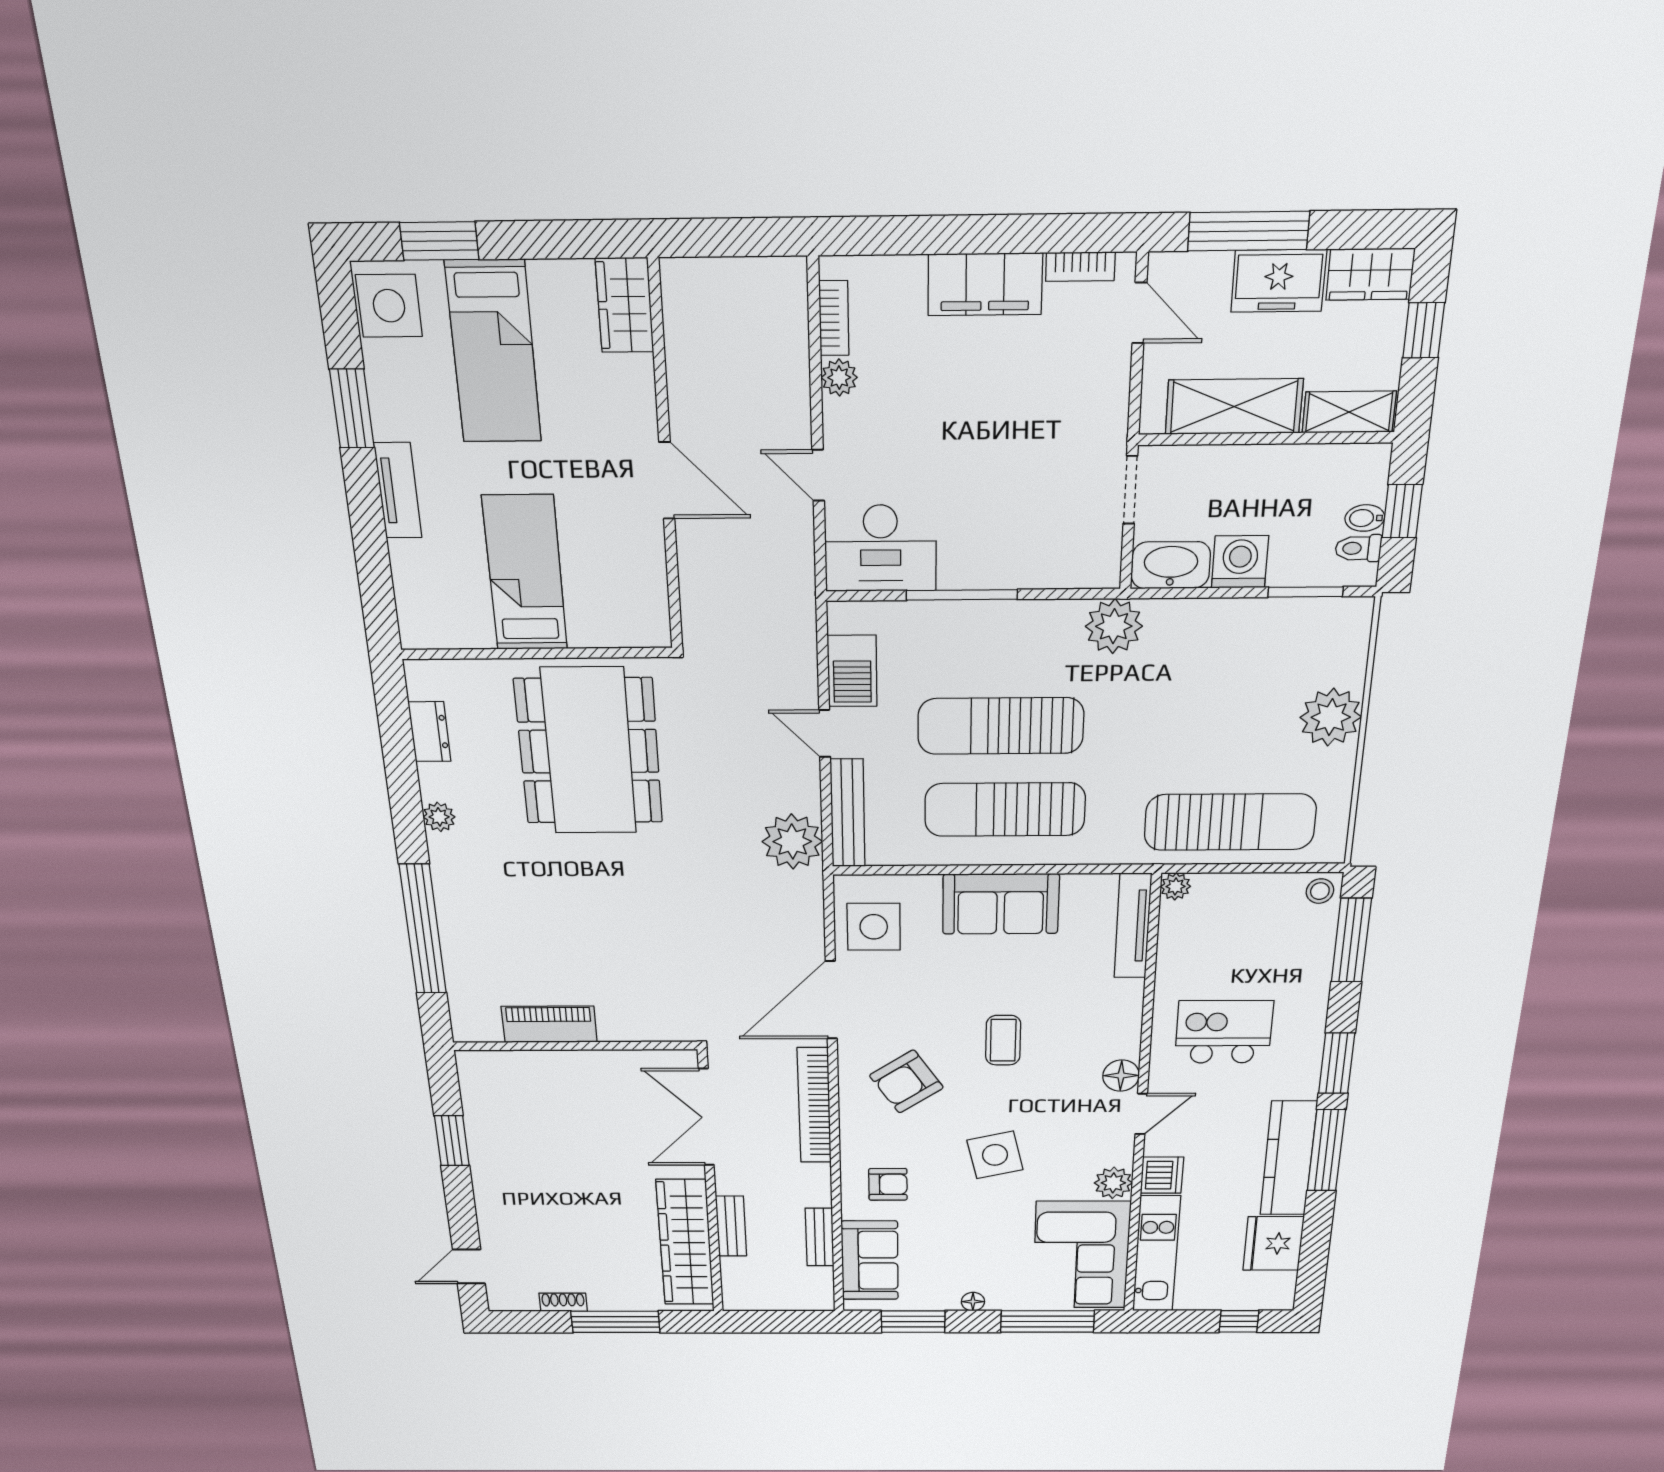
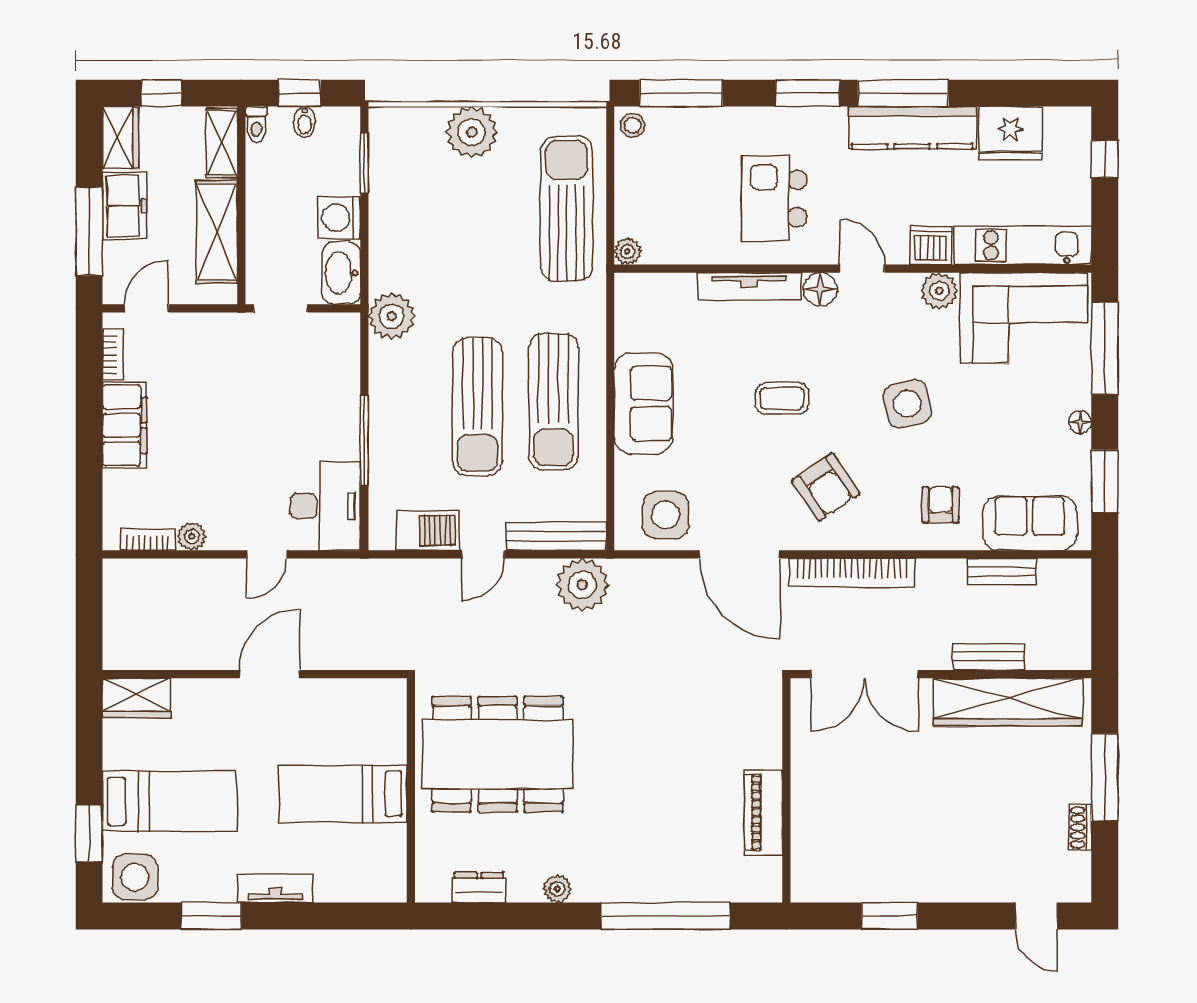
toilet: (1358, 548) -> (256, 124), moved
tv unit: (1133, 926) -> (749, 287), moved

